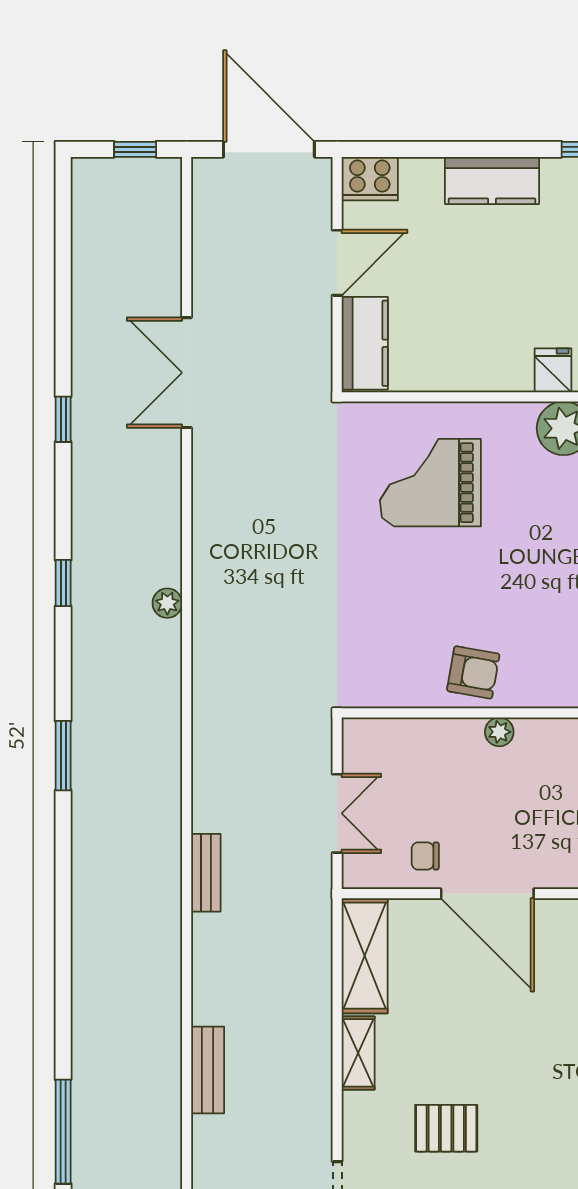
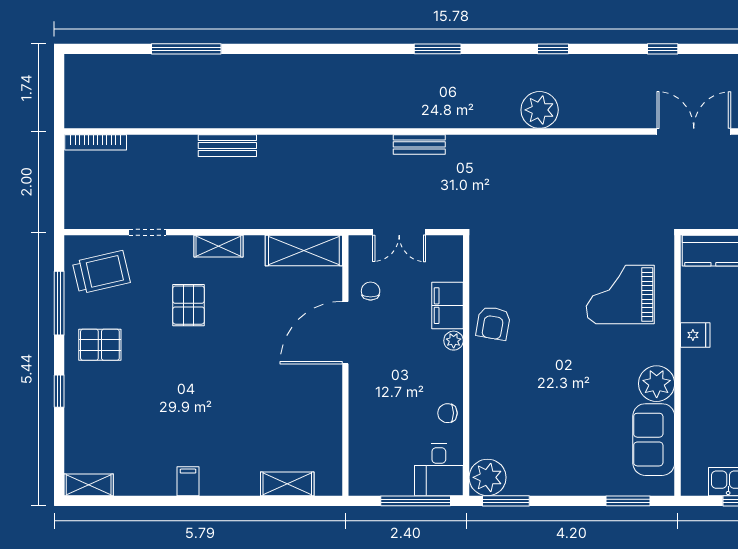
fridge: (553, 370) -> (695, 335), moved
grand piano: (430, 483) -> (620, 295), turned -90
plant: (167, 603) -> (540, 110), width x1.88, depth x1.88
filing cabinet: (447, 741) -> (448, 306), added
bench: (206, 873) -> (419, 144), moved
shelving: (358, 1053) -> (218, 246), moved

